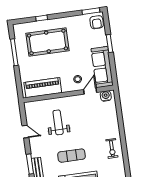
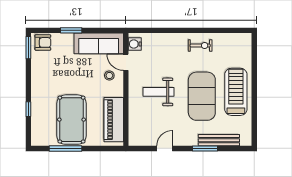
pool table: (47, 42) -> (71, 120), moved
weight bench: (58, 122) -> (159, 92), moved
exercise mat: (71, 156) -> (202, 96), width x2.00, depth x1.45

